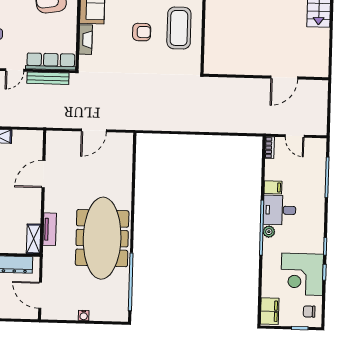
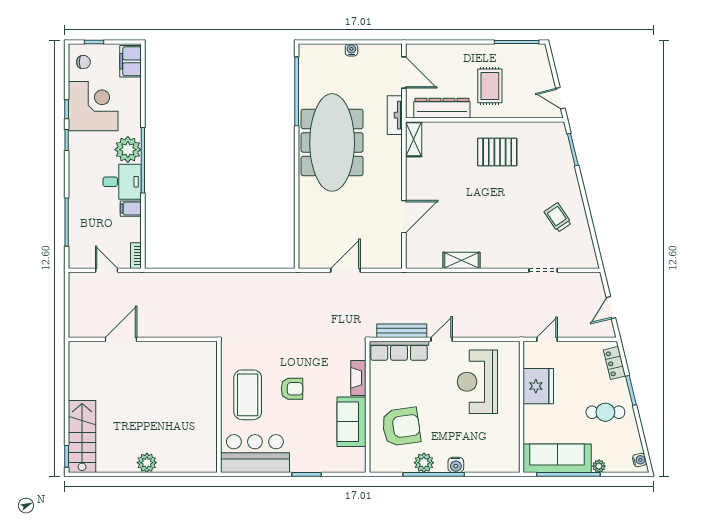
armchair: (142, 32) -> (292, 389), turned 180
tv unit: (50, 229) -> (395, 115), moved
plant: (269, 232) -> (128, 150), width x1.88, depth x1.88

